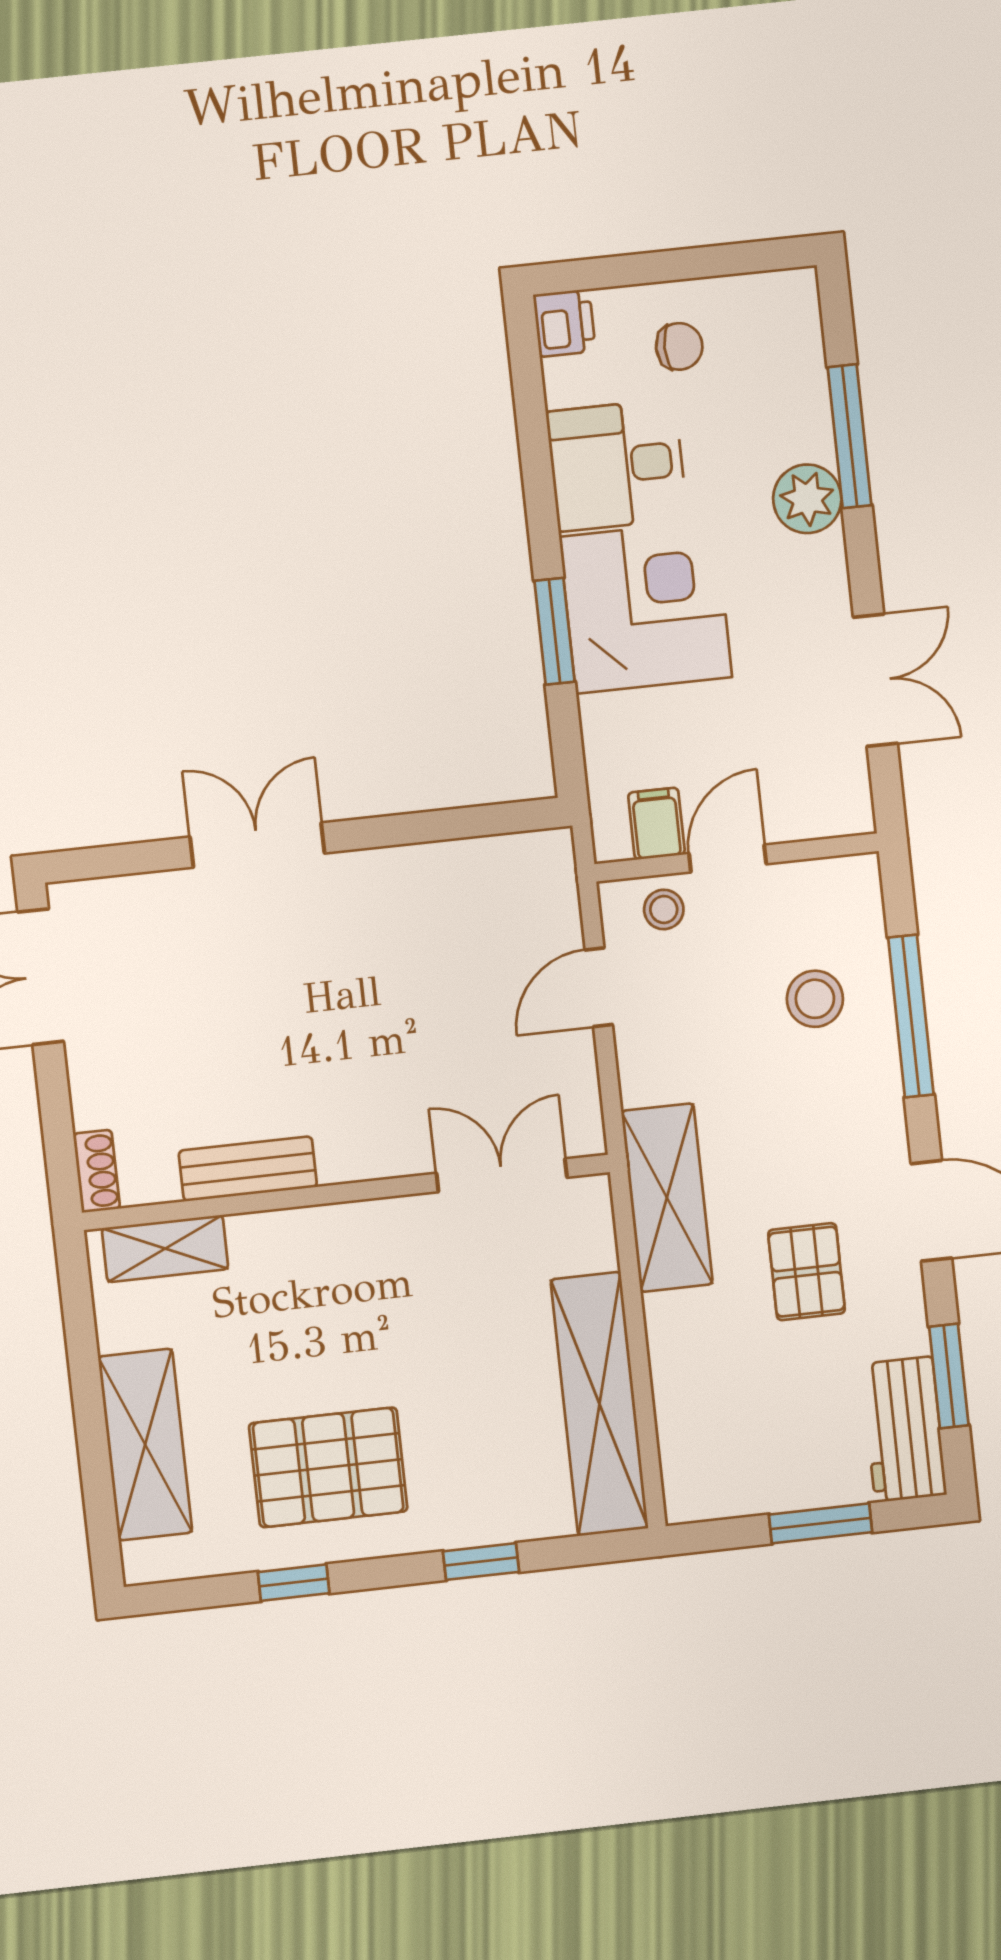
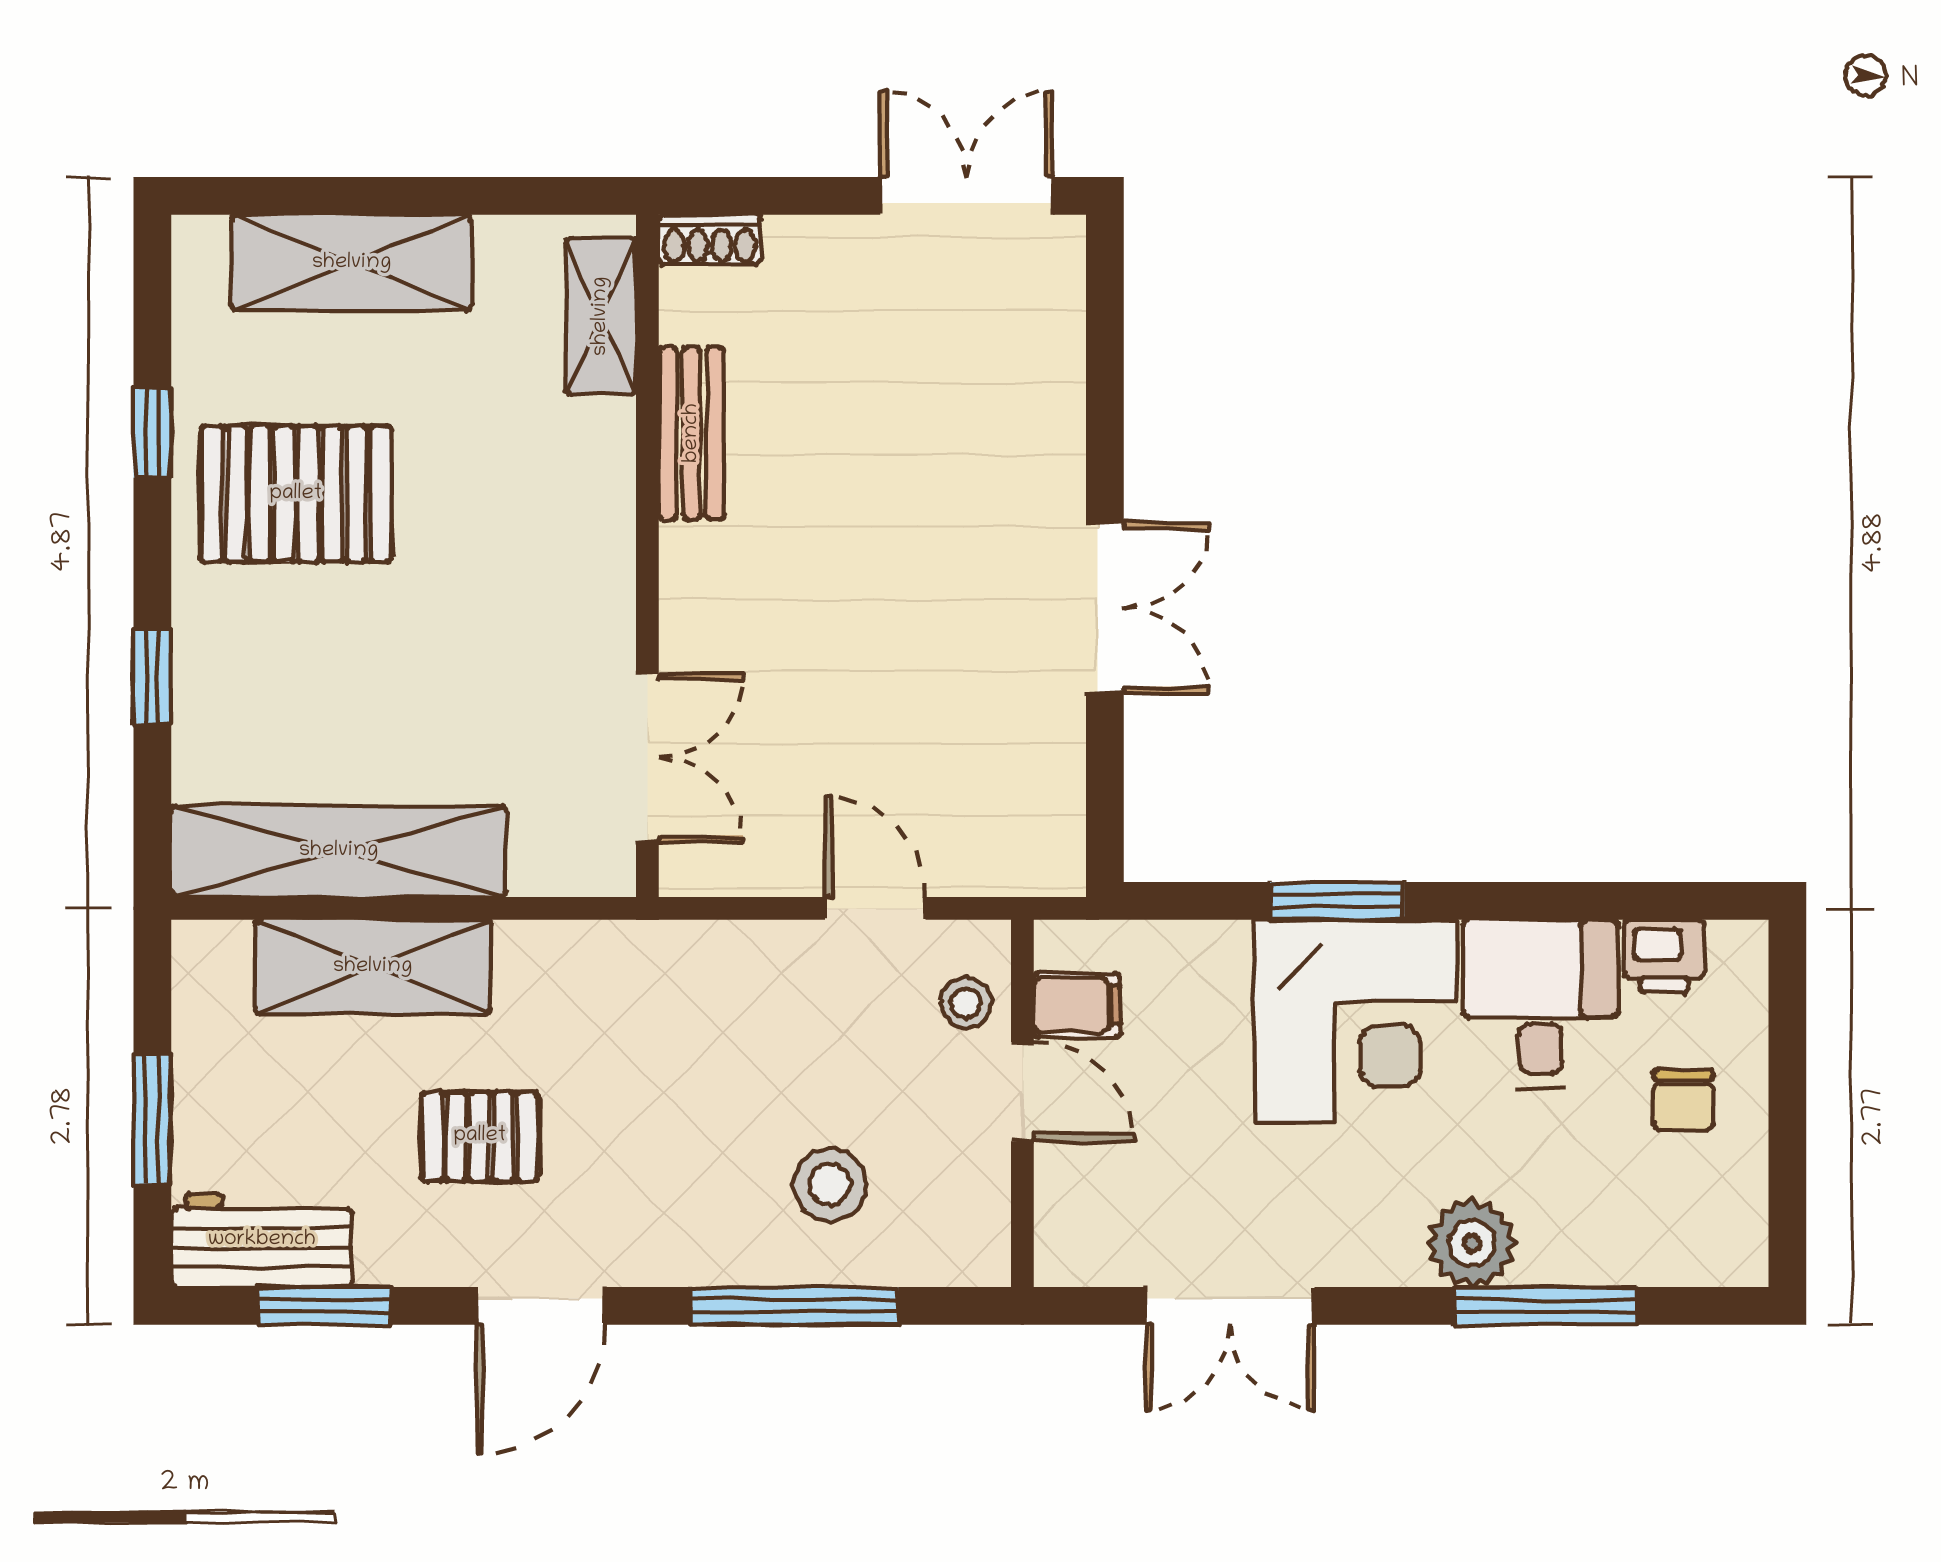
printer: (564, 323) -> (1664, 956), moved
double door: (257, 845) -> (1105, 608), moved
shelving: (667, 1198) -> (373, 967), moved
pallet: (328, 1467) -> (296, 494), turned 90

